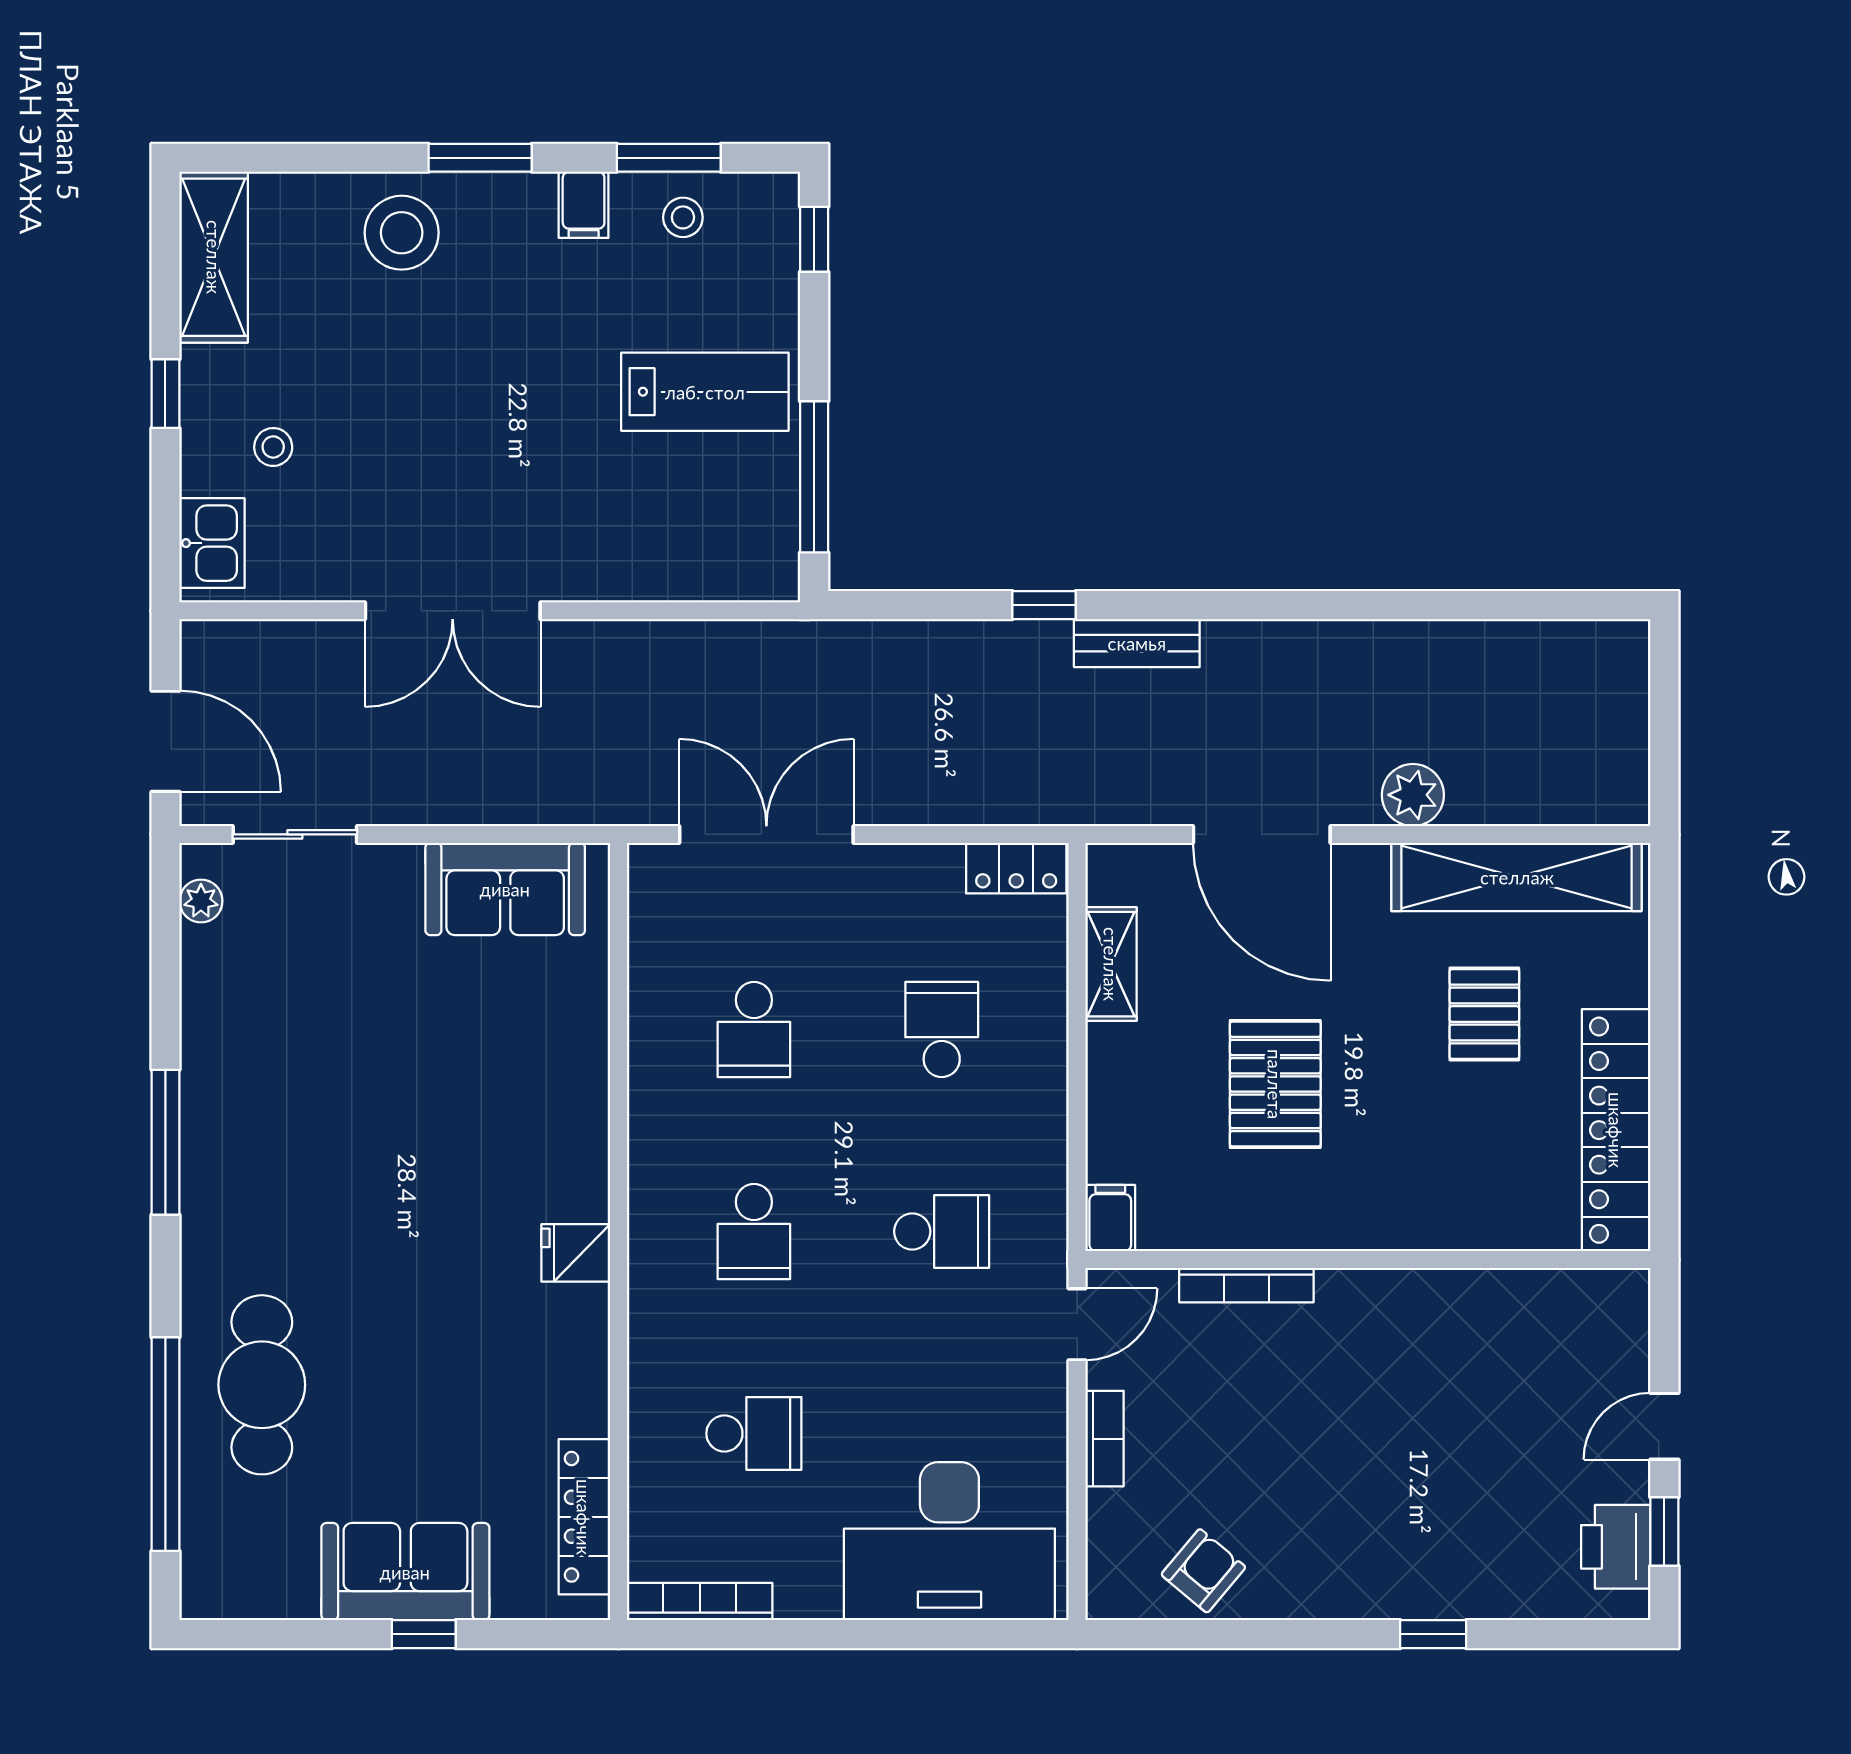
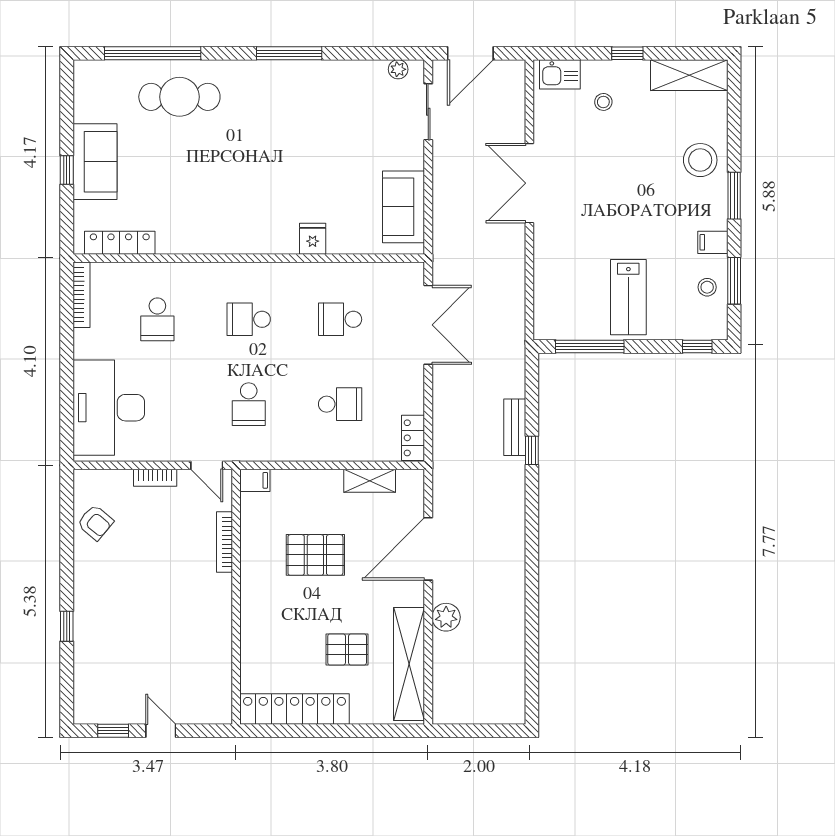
bench: (1137, 643) -> (515, 427), moved
fridge: (576, 1253) -> (313, 239), moved
printer: (1616, 1547) -> (106, 709), removed

